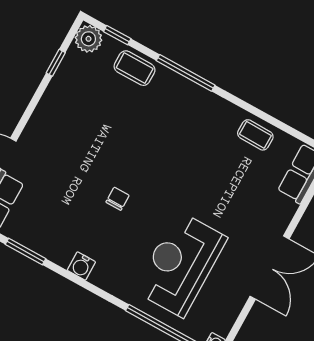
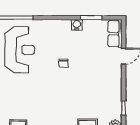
water cooler: (81, 266) -> (77, 25), moved

